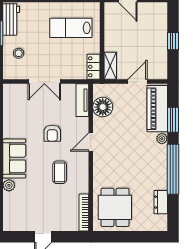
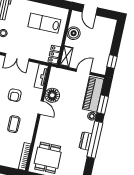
boiler: (113, 33) -> (74, 33), added
window: (173, 41) -> (112, 62), moved
floor lamp: (103, 107) -> (52, 95), moved
door: (91, 142) -> (41, 107), swing flipped
dresser: (161, 202) -> (85, 141), moved

